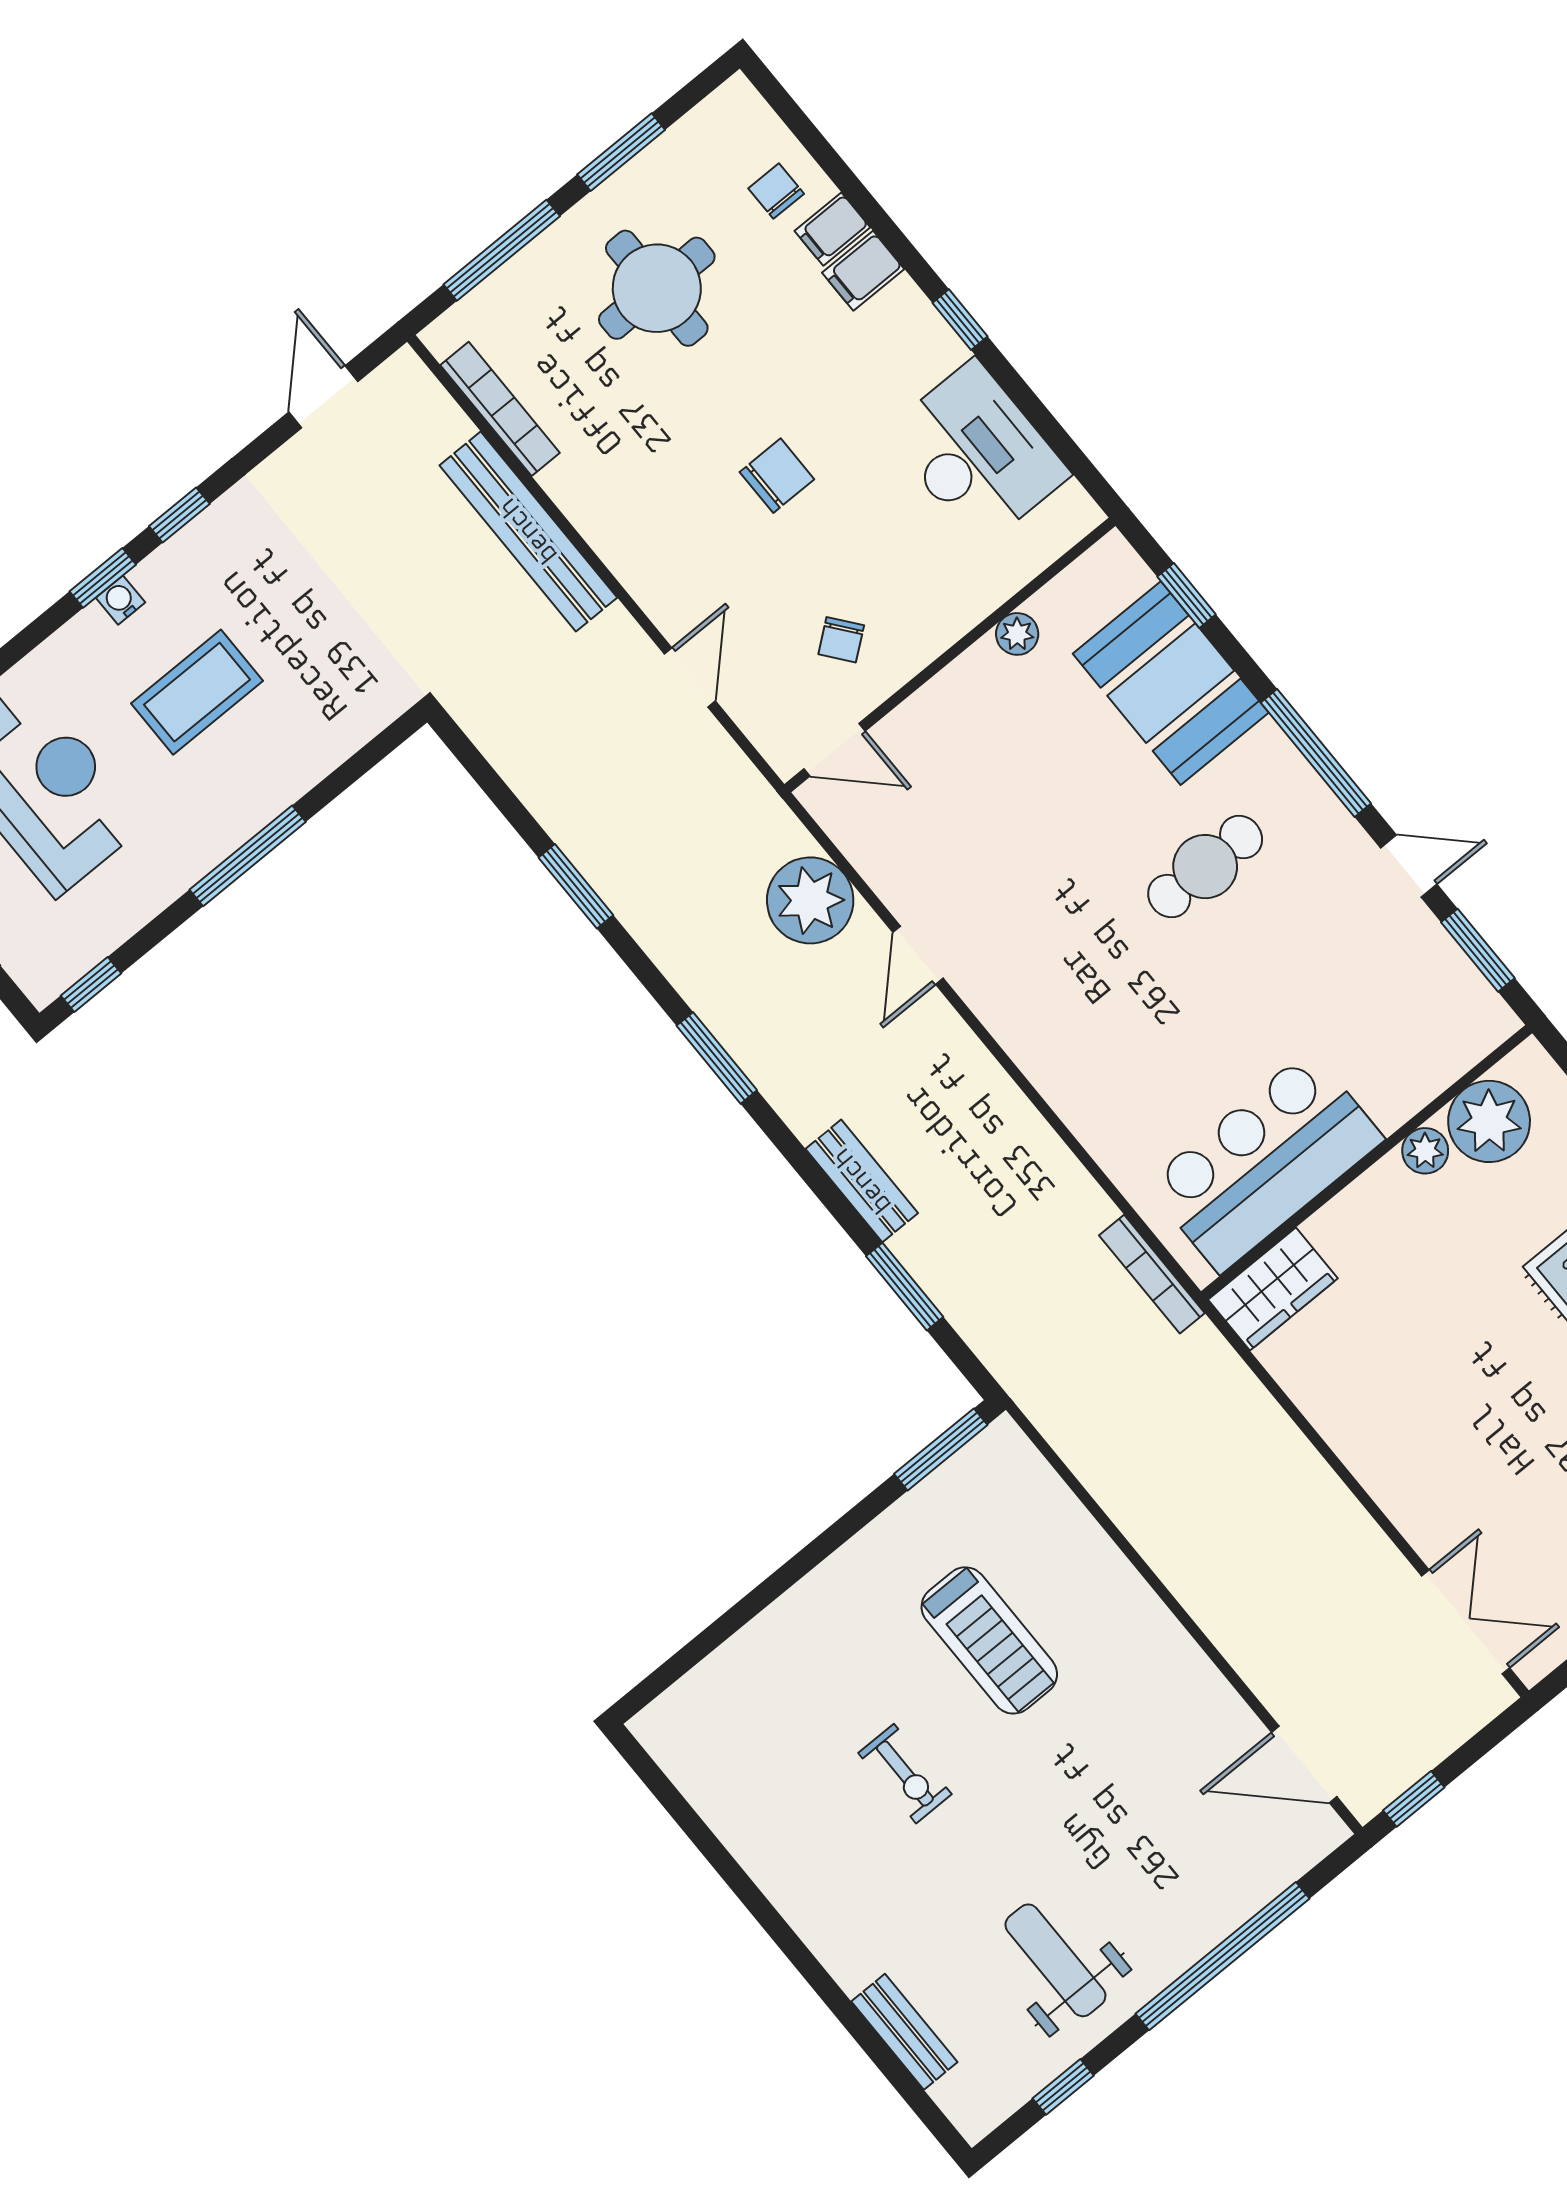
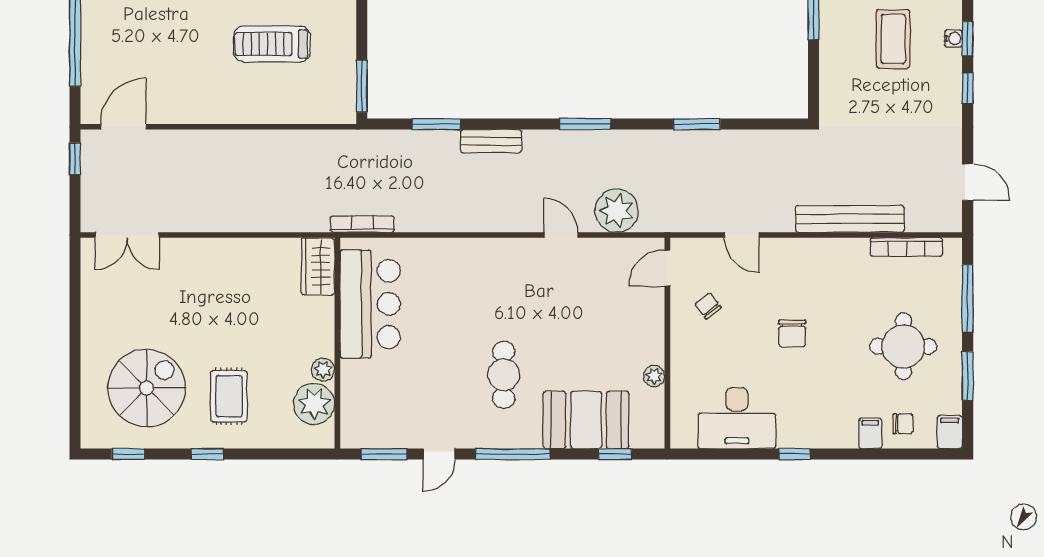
filing cabinet: (863, 271) -> (950, 432), moved

